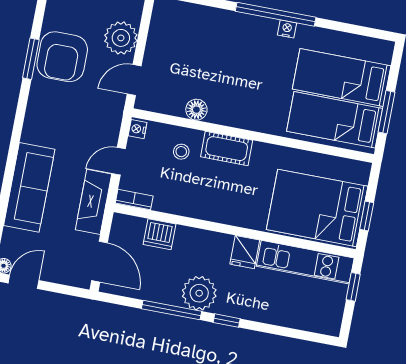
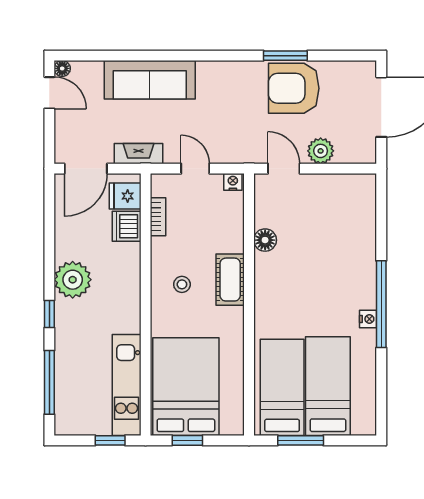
plant: (121, 38) -> (321, 151), width x0.73, depth x0.73
stool: (181, 152) -> (182, 284), moved
bookcase: (134, 200) -> (158, 217), moved
fireplace: (94, 202) -> (139, 154), width x0.73, depth x0.76
fridge: (245, 252) -> (125, 196), moved
window: (171, 310) -> (49, 382), moved

